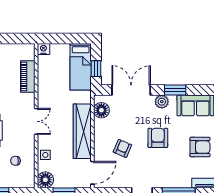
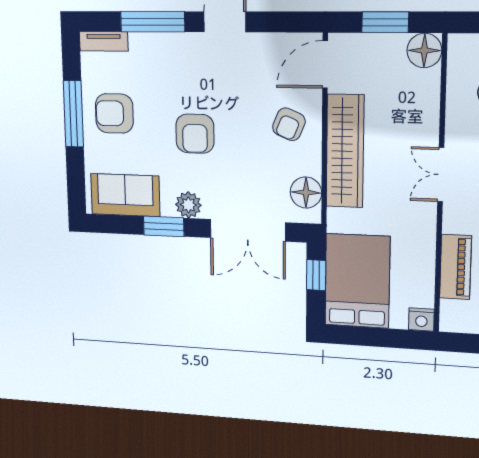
bed: (81, 67) -> (357, 281), width x1.50
armchair: (122, 148) -> (289, 124), moved
side table: (45, 155) -> (423, 104), removed

